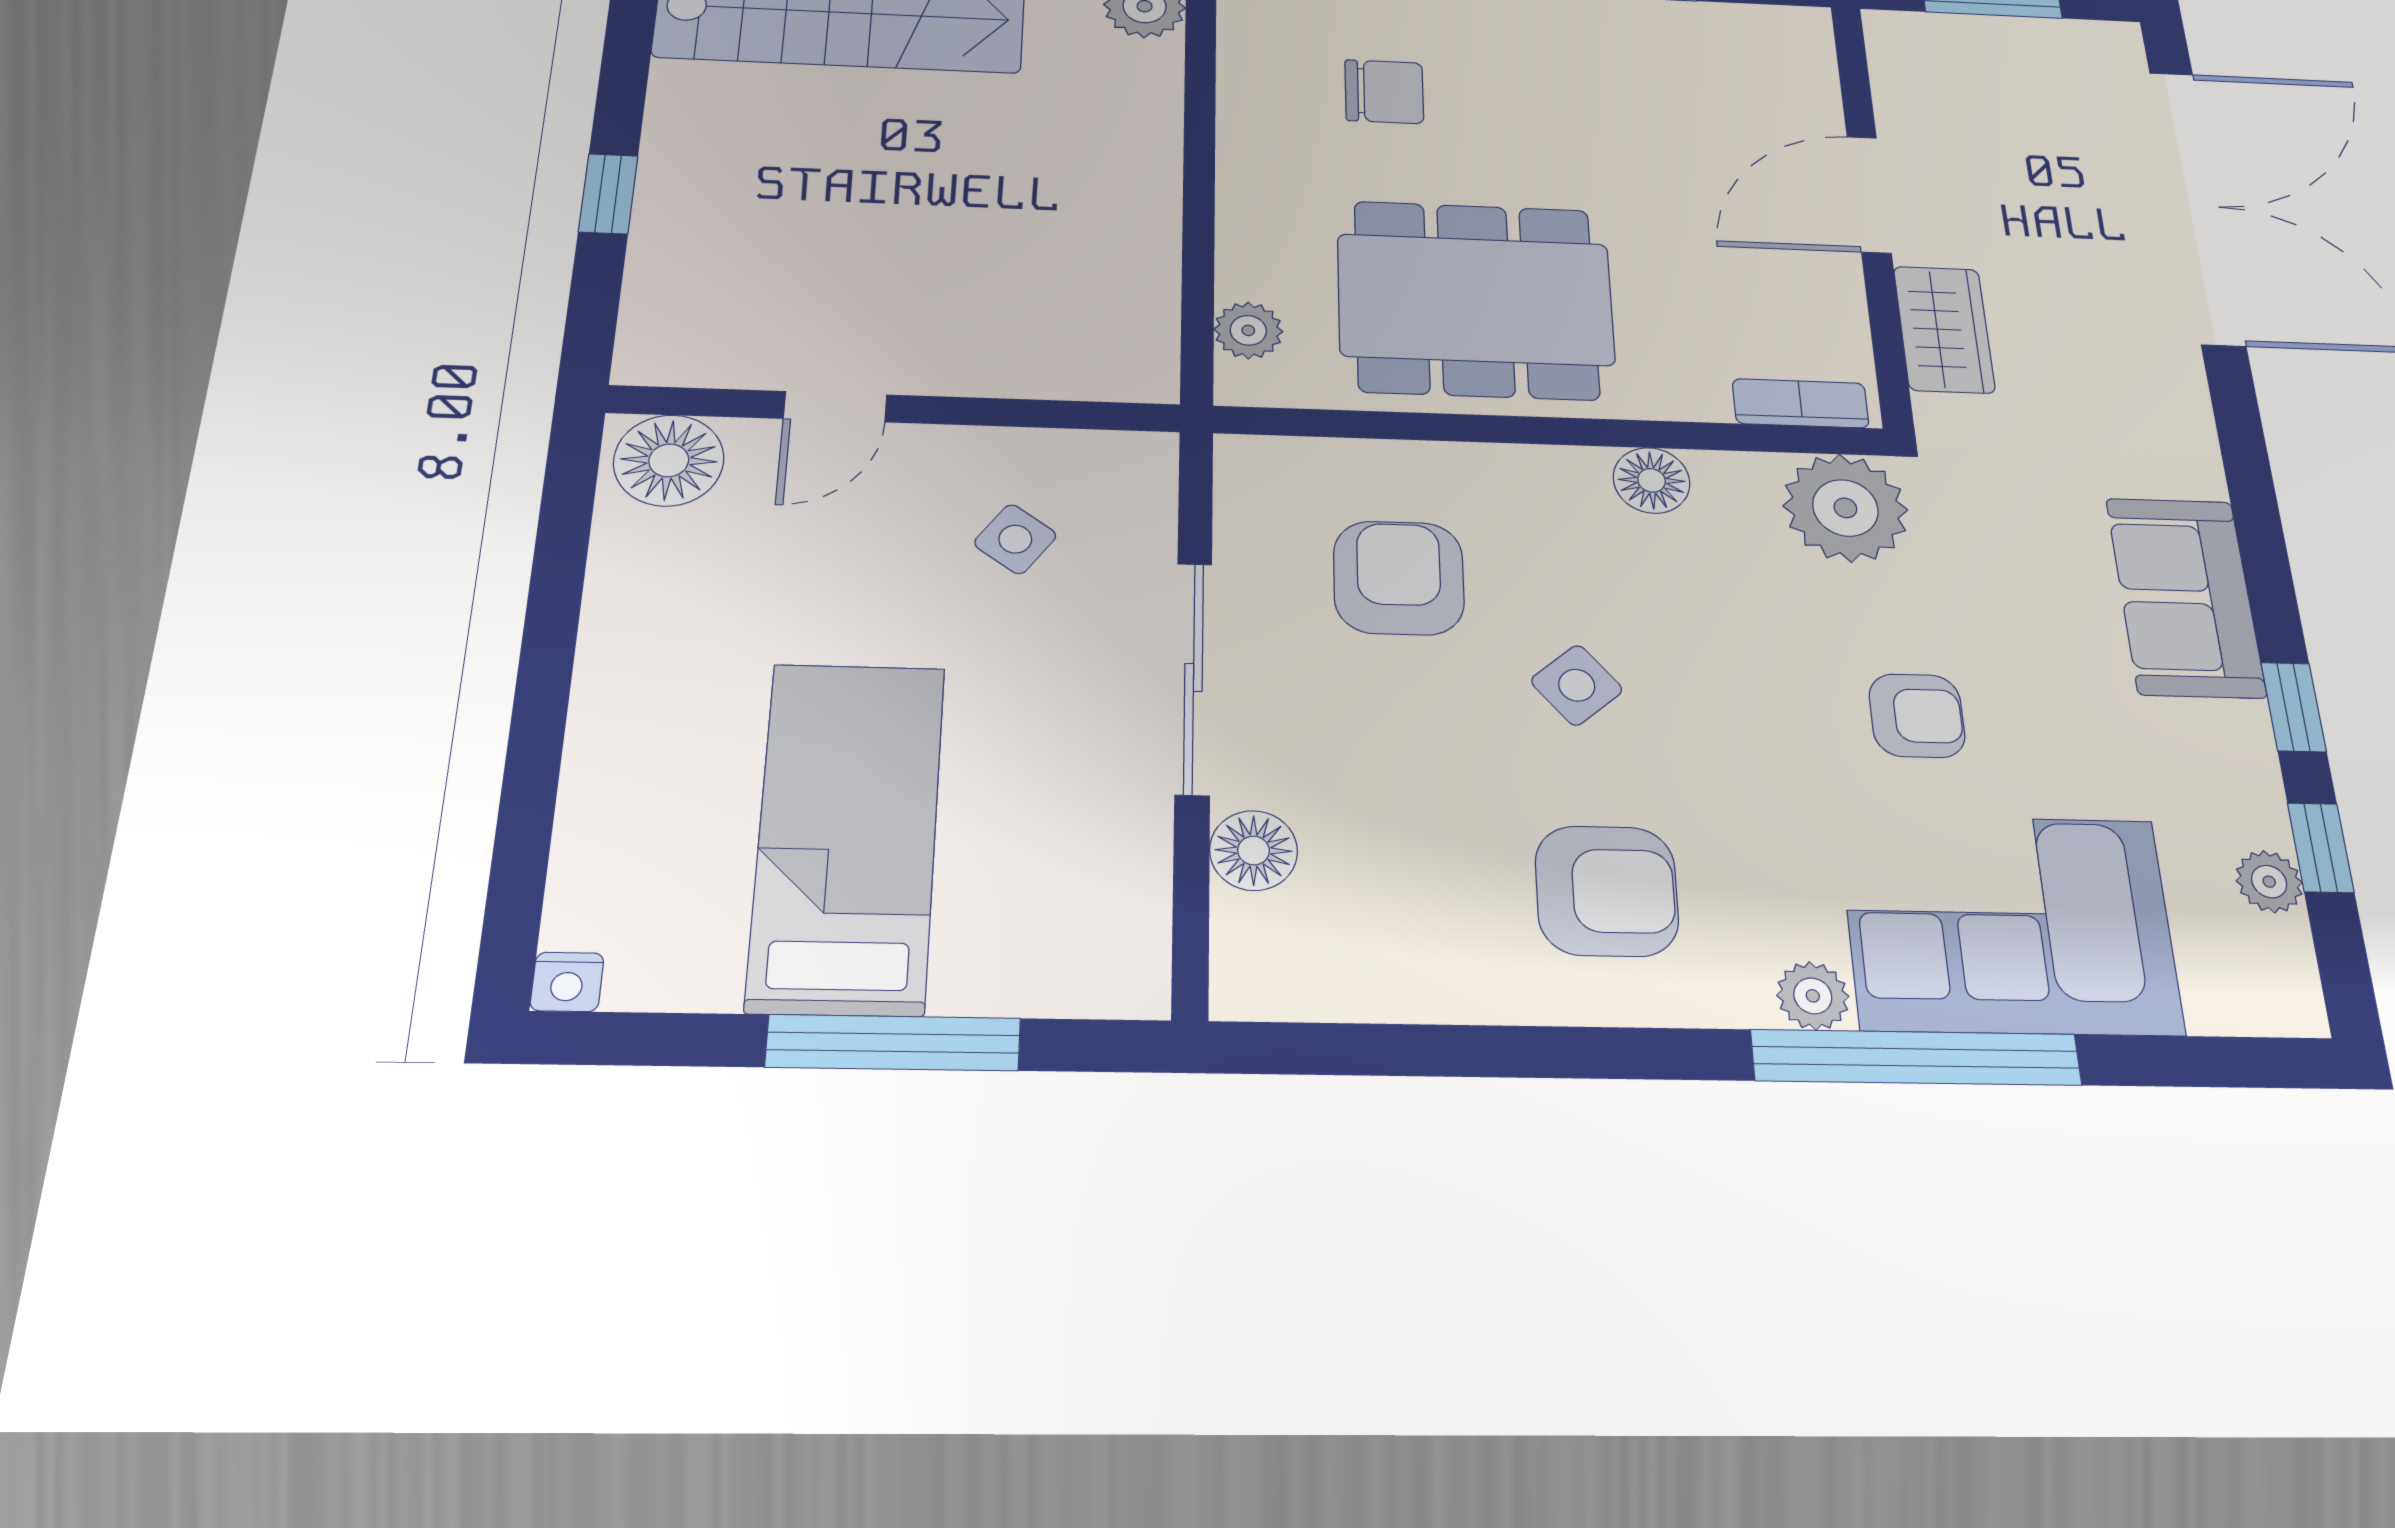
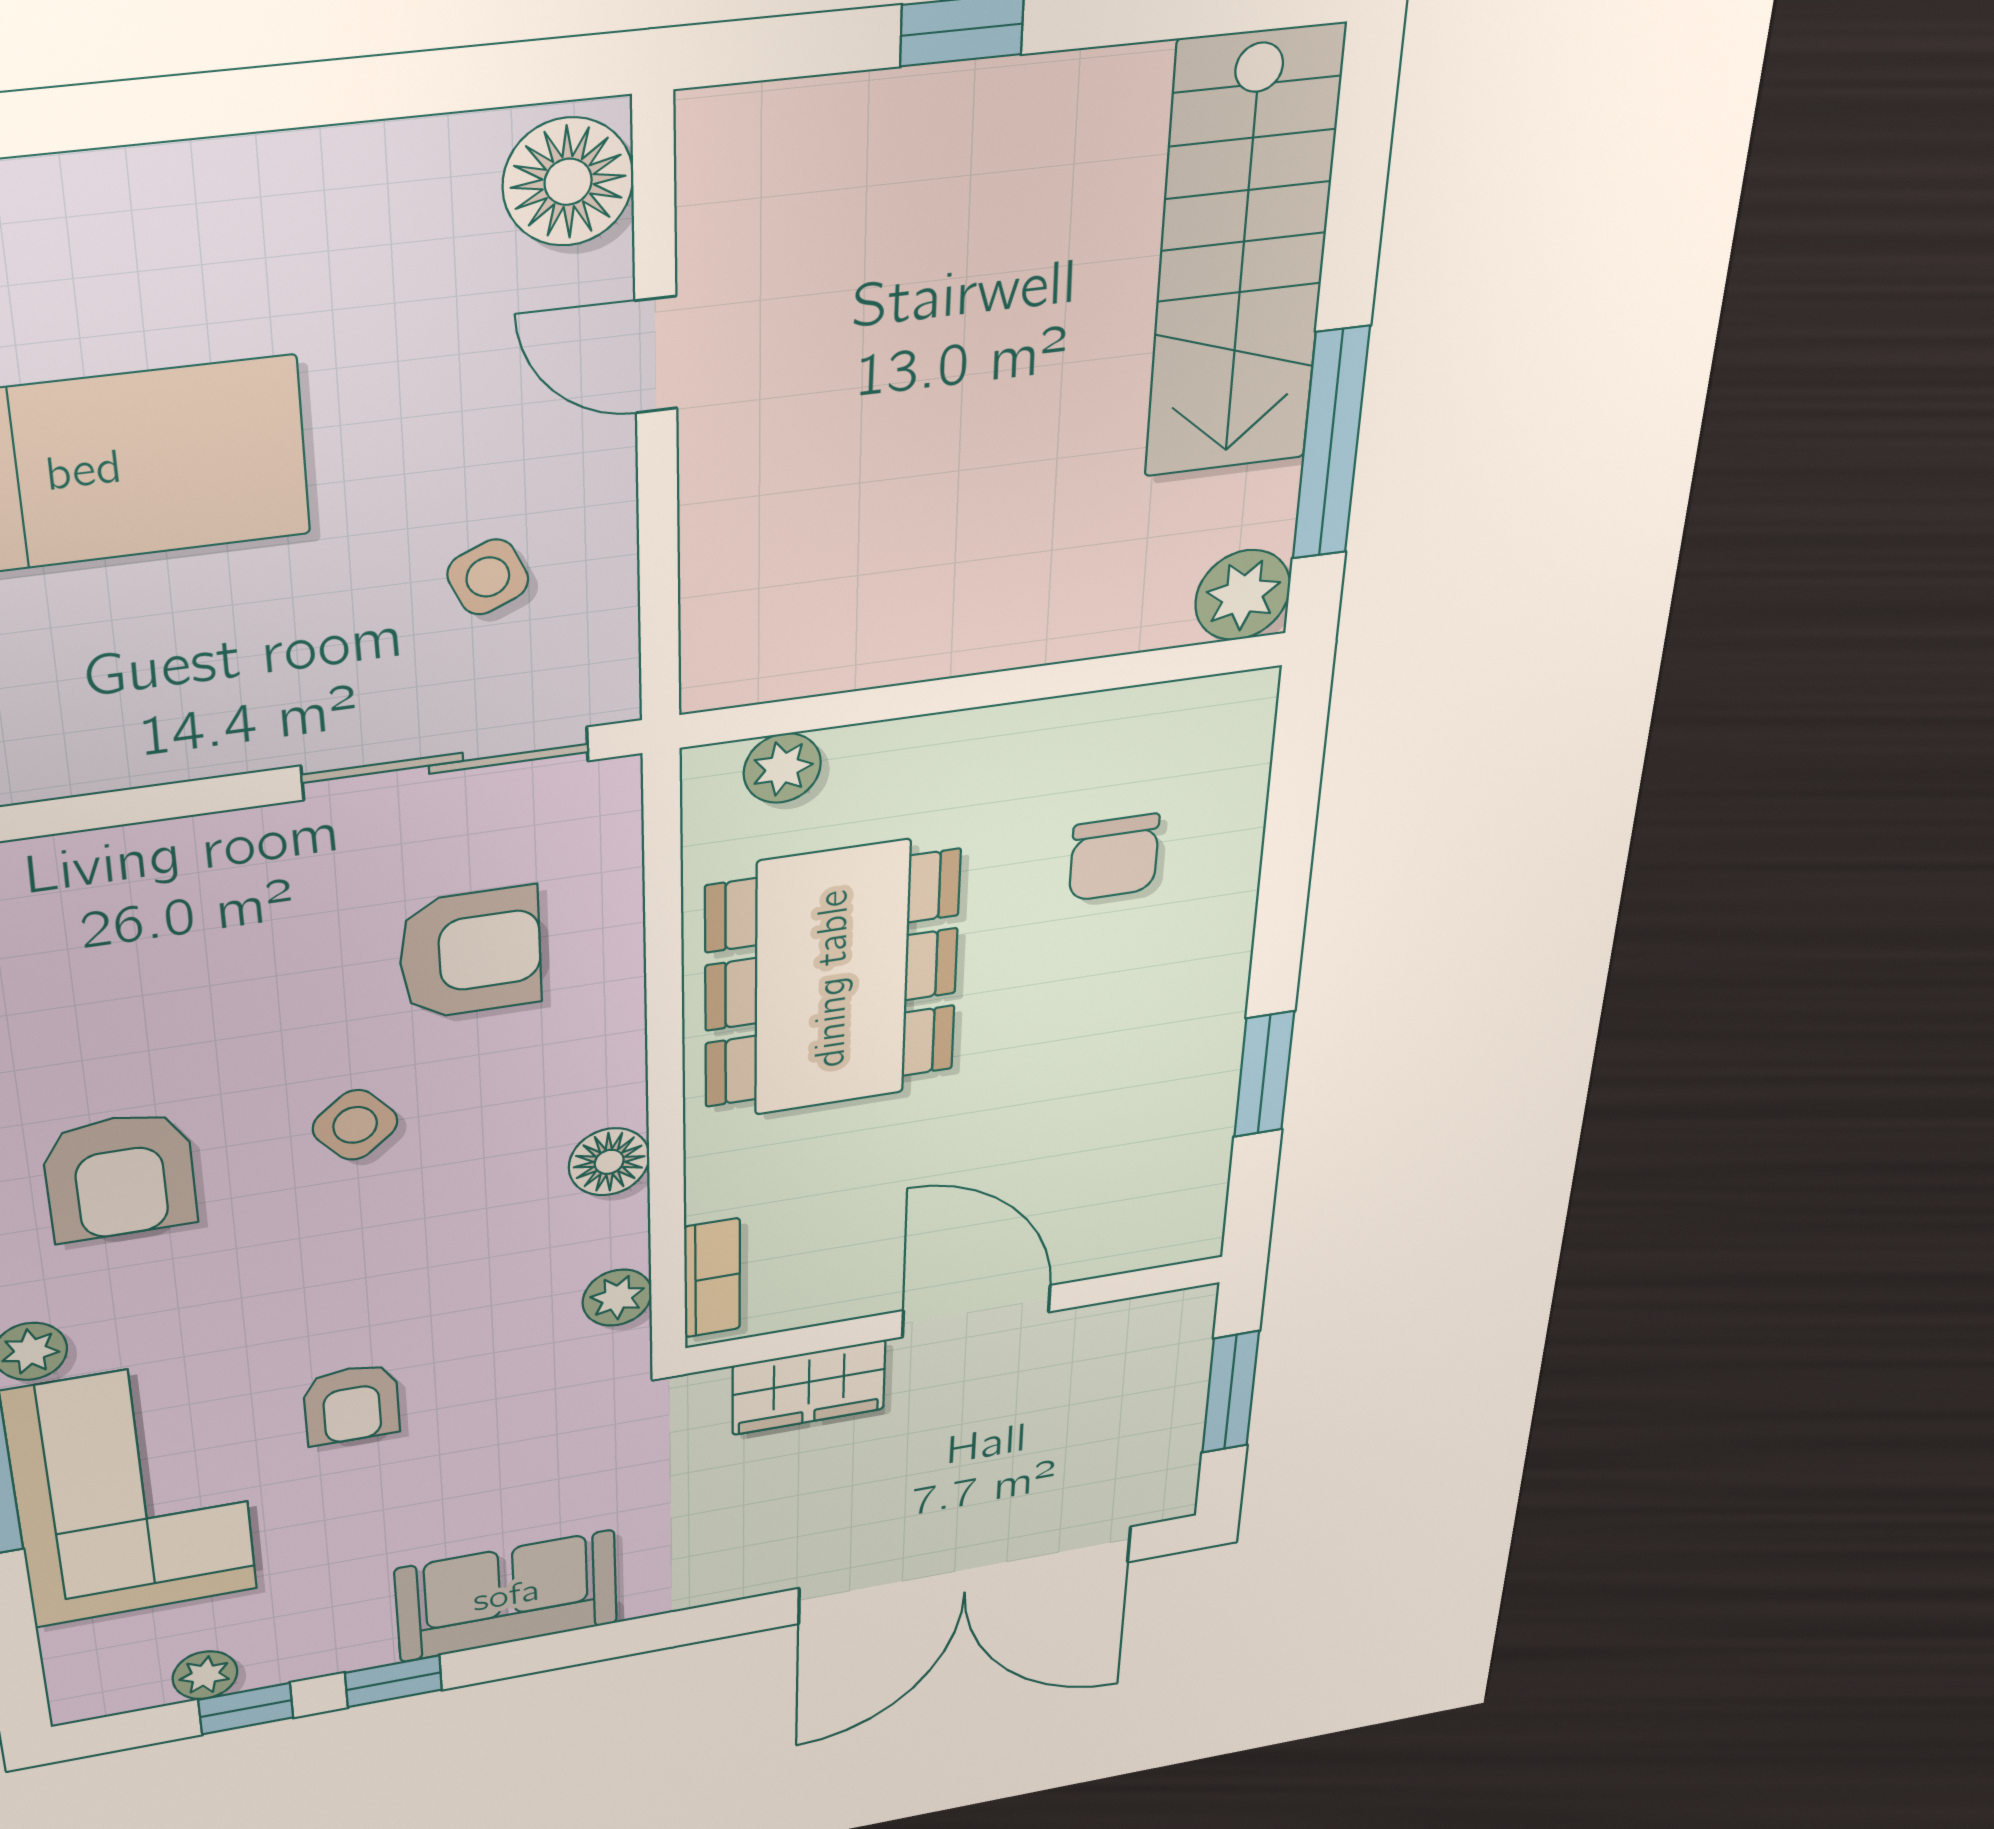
plant: (1845, 508) -> (617, 1298), width x0.53, depth x0.53
side table: (1015, 539) -> (488, 577), turned 30
sliding door: (1194, 677) -> (446, 763), moved
floor lamp: (1254, 850) -> (122, 865), removed

